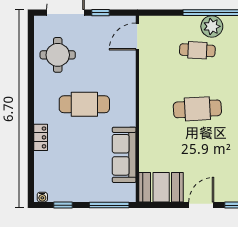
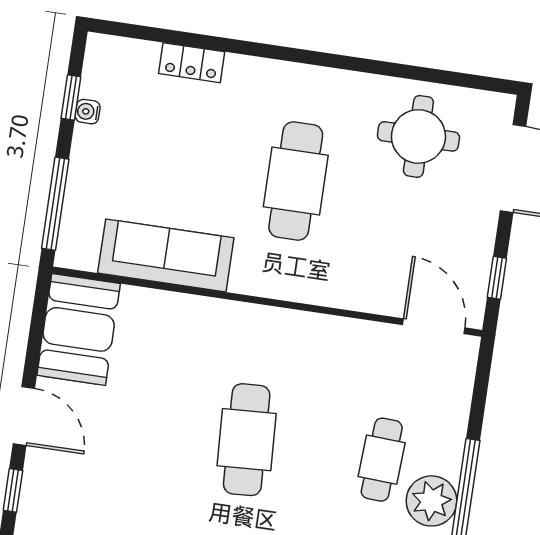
window: (101, 13) -> (497, 278), moved
locker: (41, 137) -> (192, 63), moved
water cooler: (42, 197) -> (88, 112), moved

